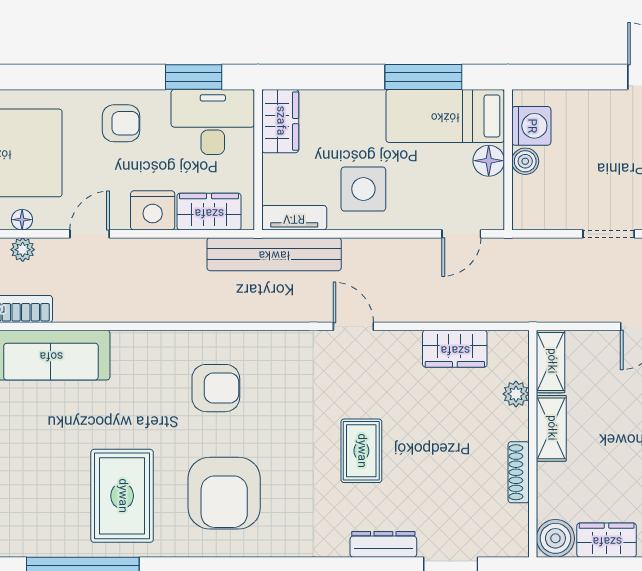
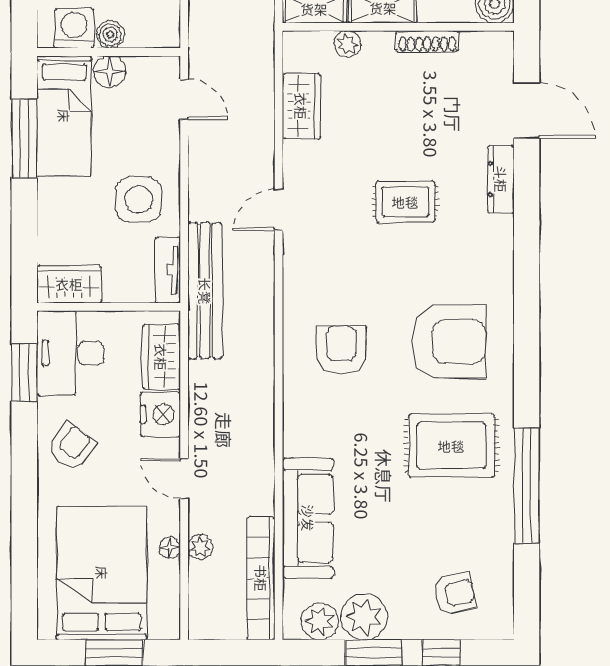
armchair: (121, 123) -> (71, 447), turned 37

